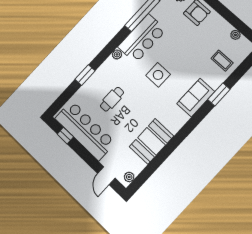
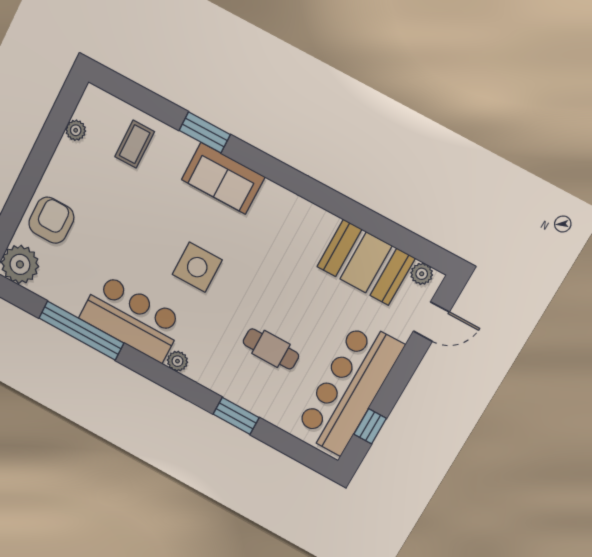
booth: (151, 141) -> (366, 262), moved

